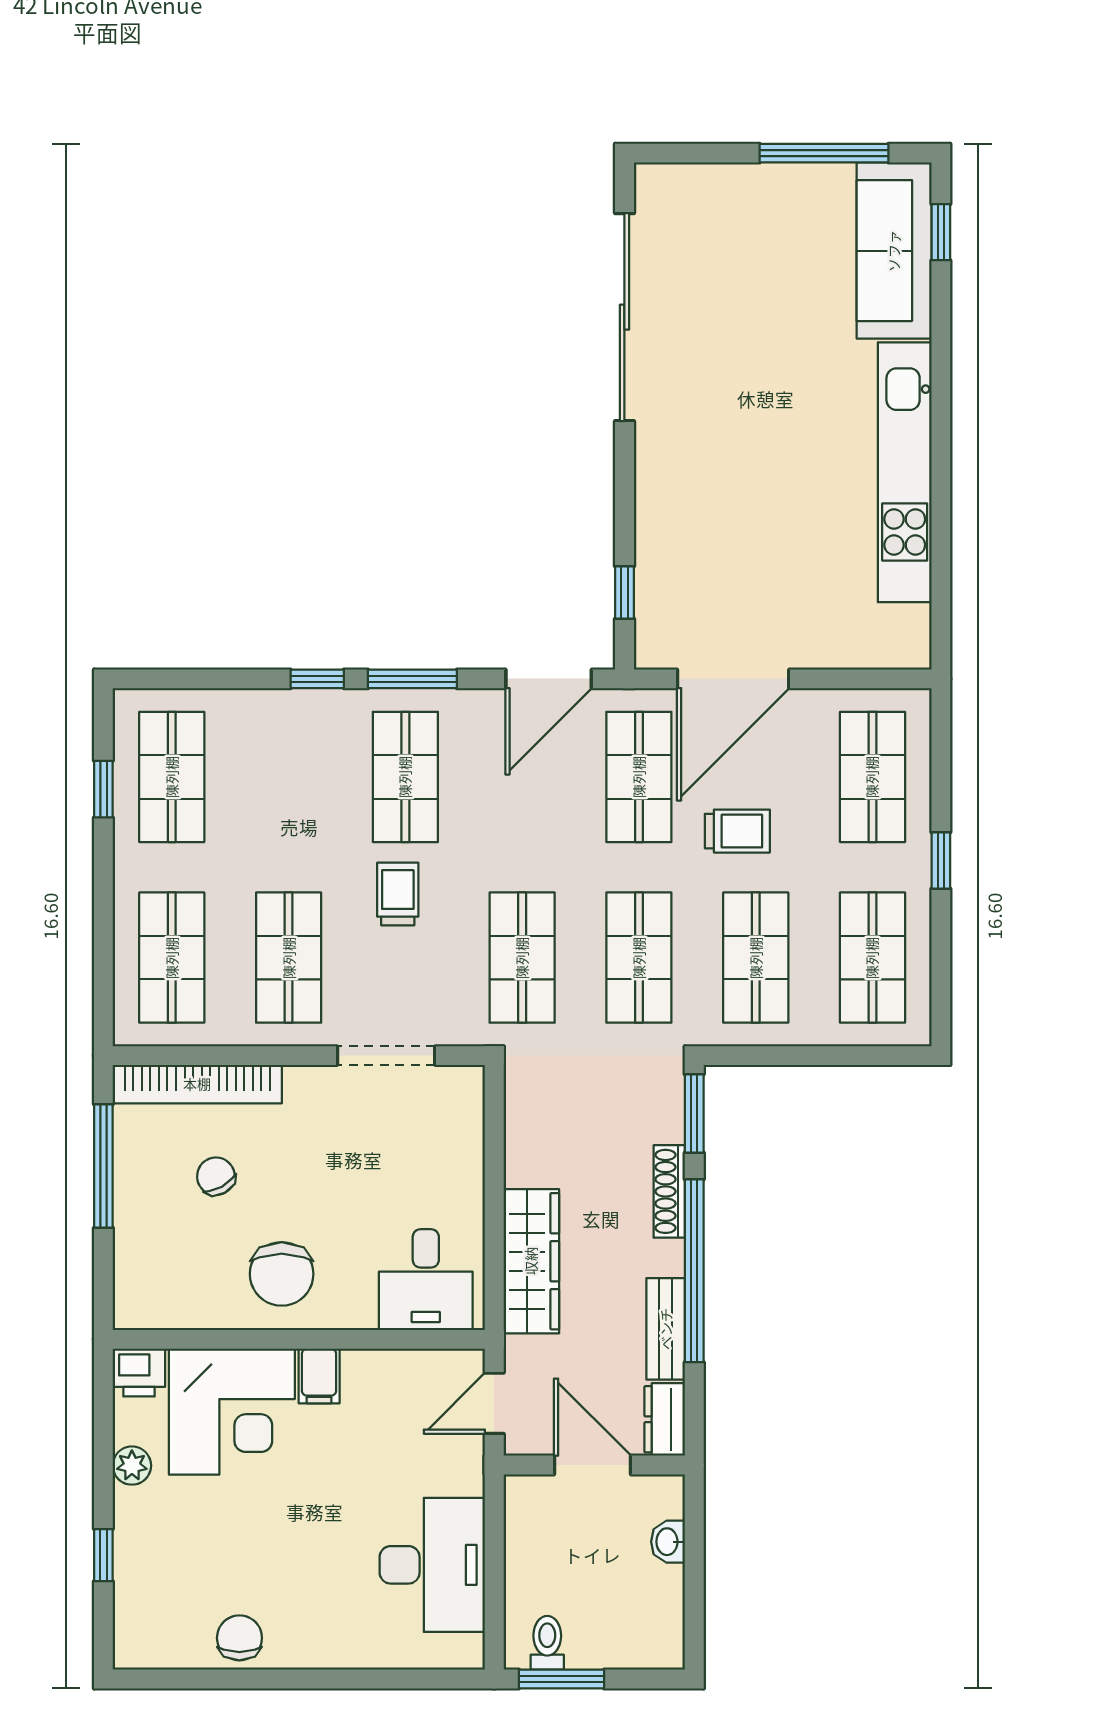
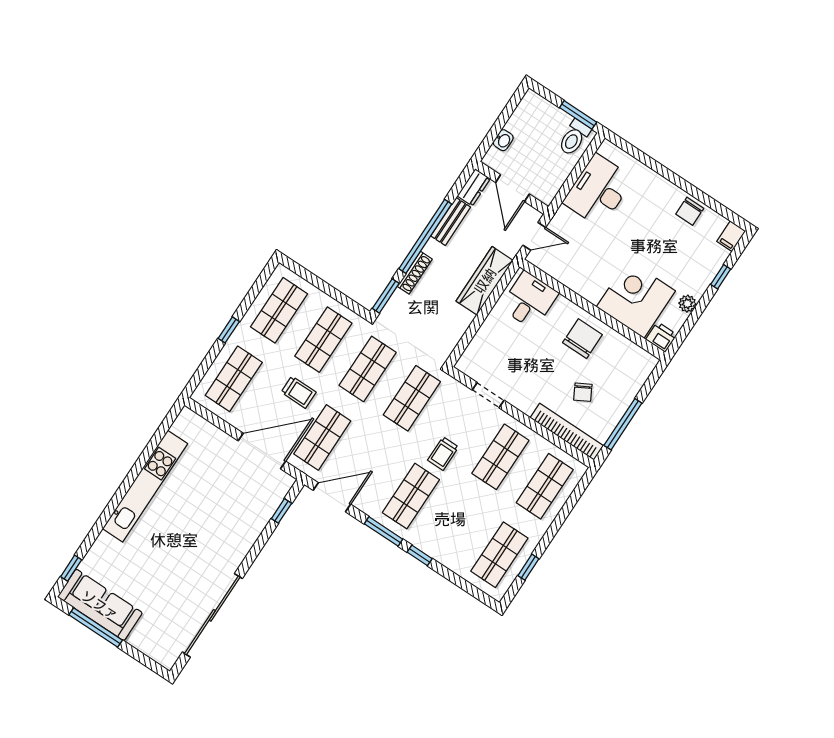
sofa: (894, 251) -> (100, 605), moved, turned -90
trolley: (737, 831) -> (299, 392), turned 180
doorway: (386, 1056) -> (488, 395), width x0.73
filing cabinet: (319, 1376) -> (731, 236), moved, turned 180
toilet: (547, 1643) -> (574, 138), width x1.37, depth x1.39

